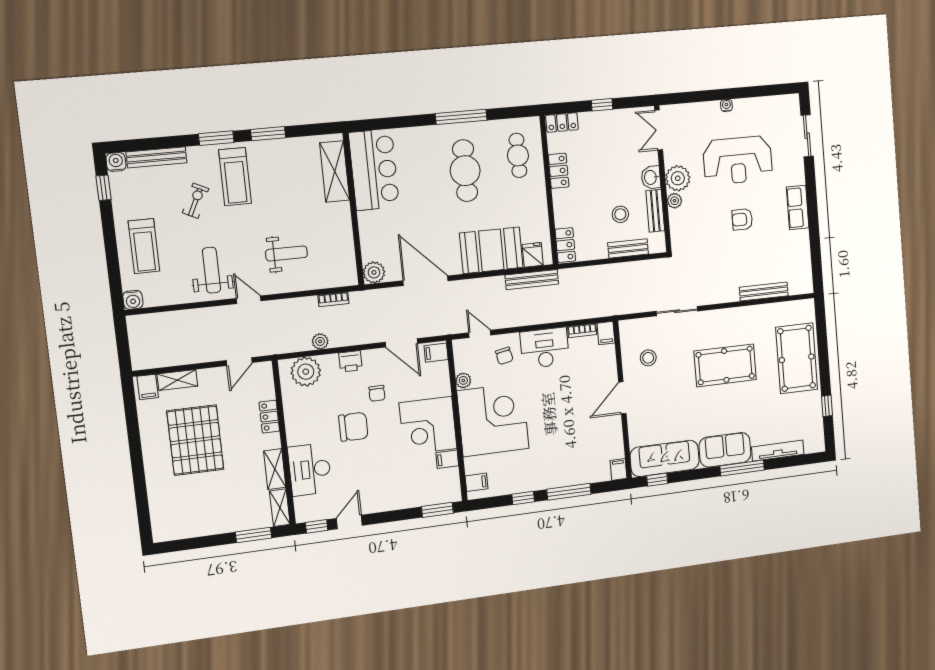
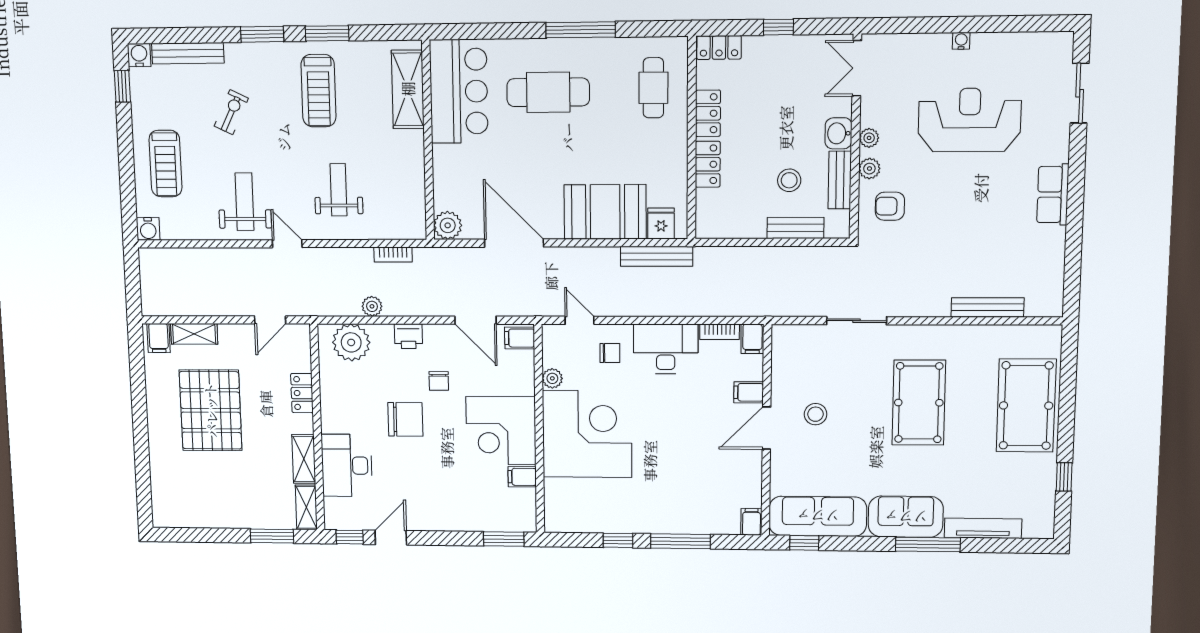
reception desk: (738, 160) -> (970, 120), turned 180
cafe table: (465, 171) -> (548, 92), moved, turned 90
treadmill: (235, 177) -> (319, 91), moved
plant: (678, 178) -> (869, 138), width x0.53, depth x0.53
armchair: (742, 219) -> (890, 206), moved
locker: (565, 245) -> (708, 164), moved
weight bench: (286, 253) -> (339, 190), turned -90
chair: (504, 356) -> (610, 353), turned -79
stool: (648, 358) -> (816, 414), moved
pool table: (725, 365) -> (919, 403), turned 90
filing cabinet: (476, 482) -> (749, 392), moved, turned 180

